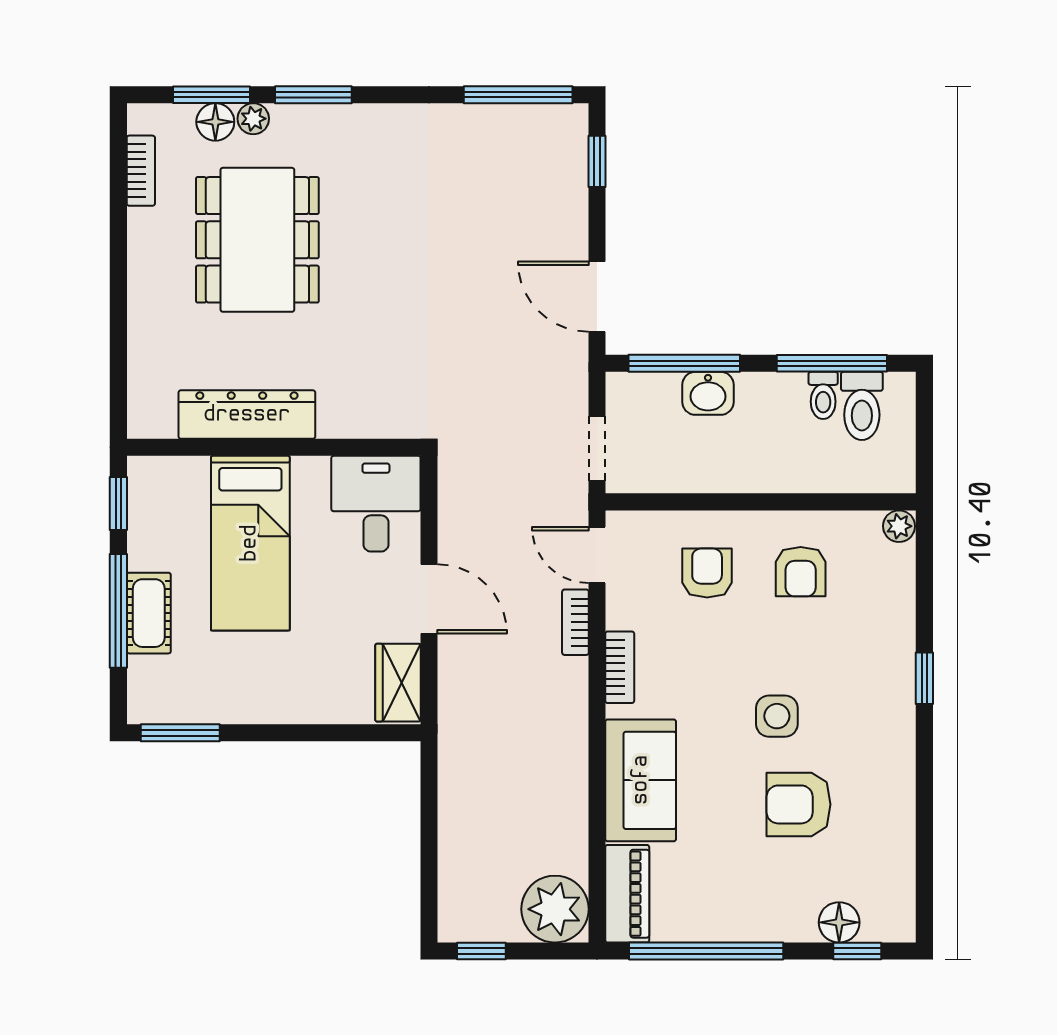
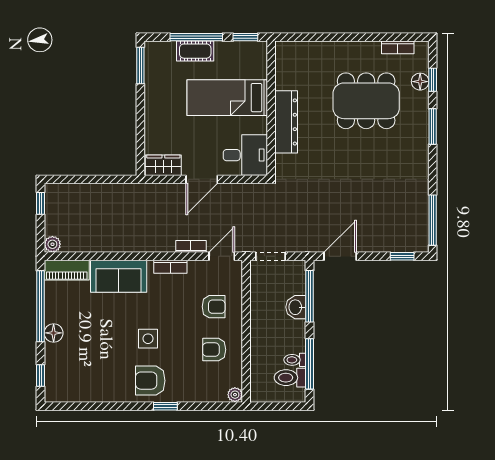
window: (211, 95) -> (433, 80), width x0.67
plant: (253, 119) -> (422, 99), removed
dresser: (247, 415) -> (286, 122), moved
armchair: (799, 804) -> (150, 381), moved, turned -90
plant: (555, 909) -> (52, 244), width x0.53, depth x0.53
floor lamp: (839, 922) -> (54, 333), moved

